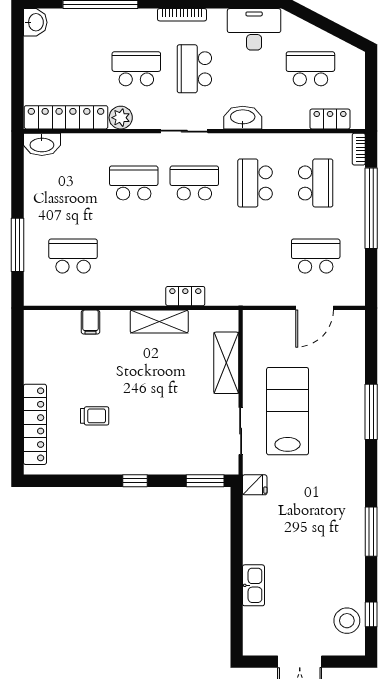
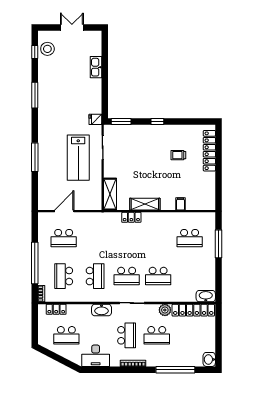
shelving: (226, 363) -> (110, 194), moved

